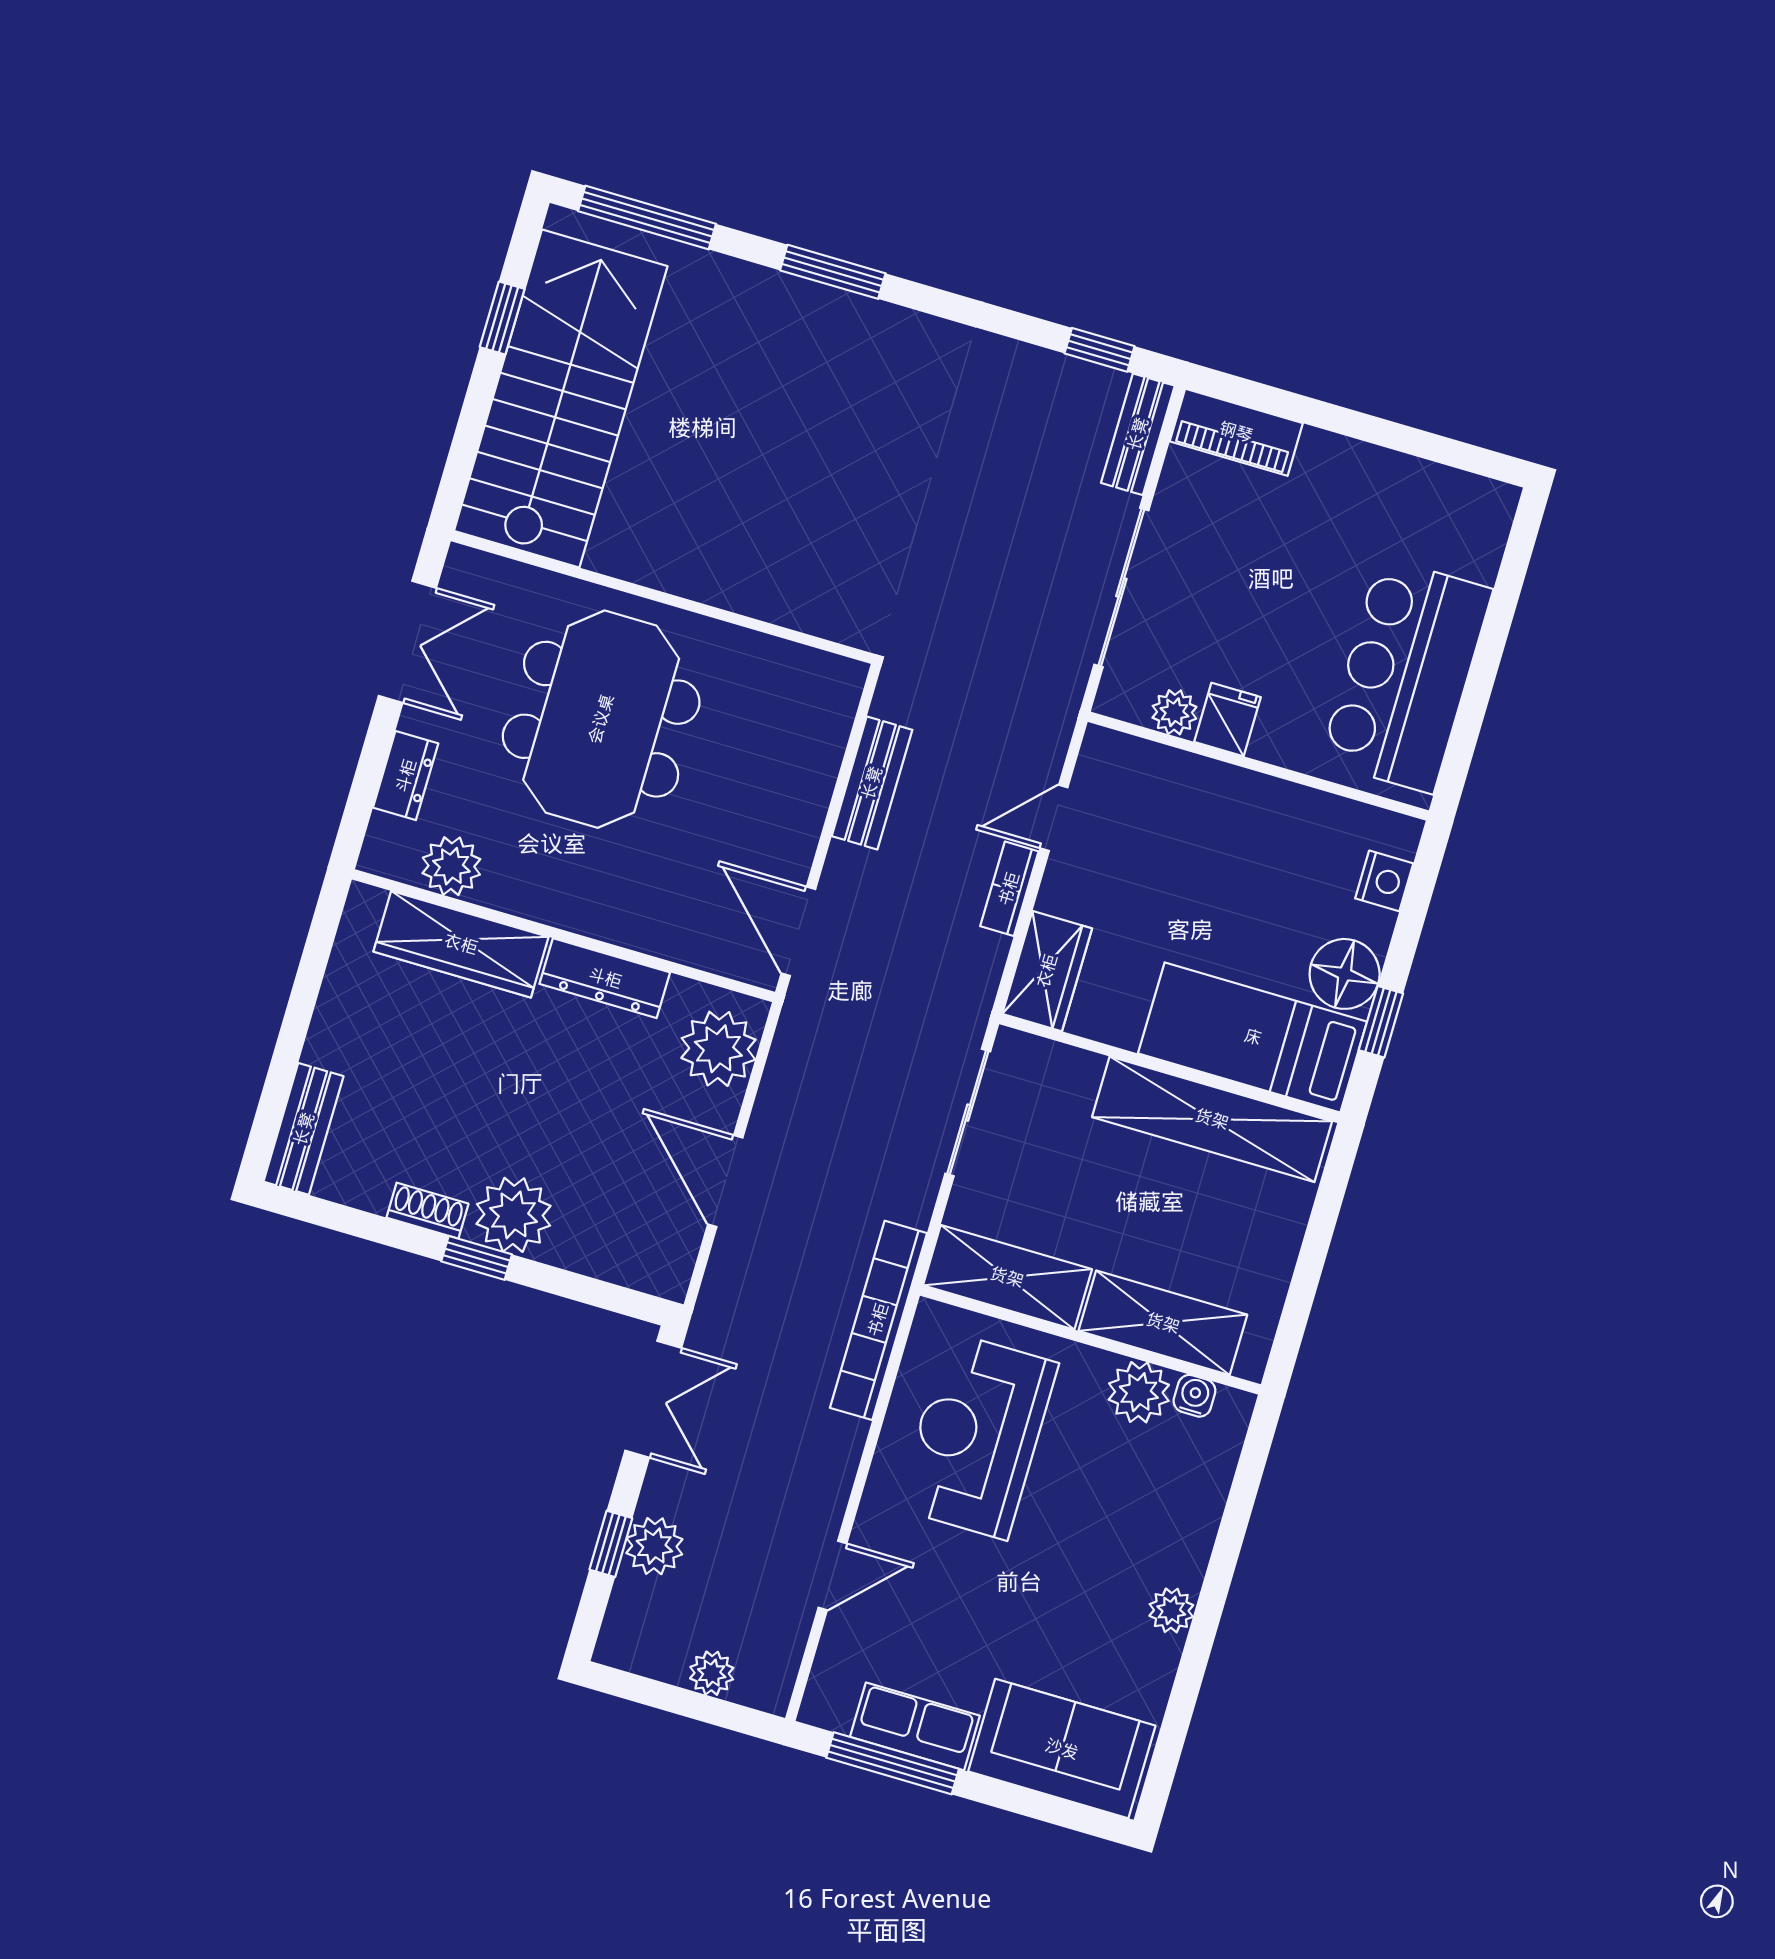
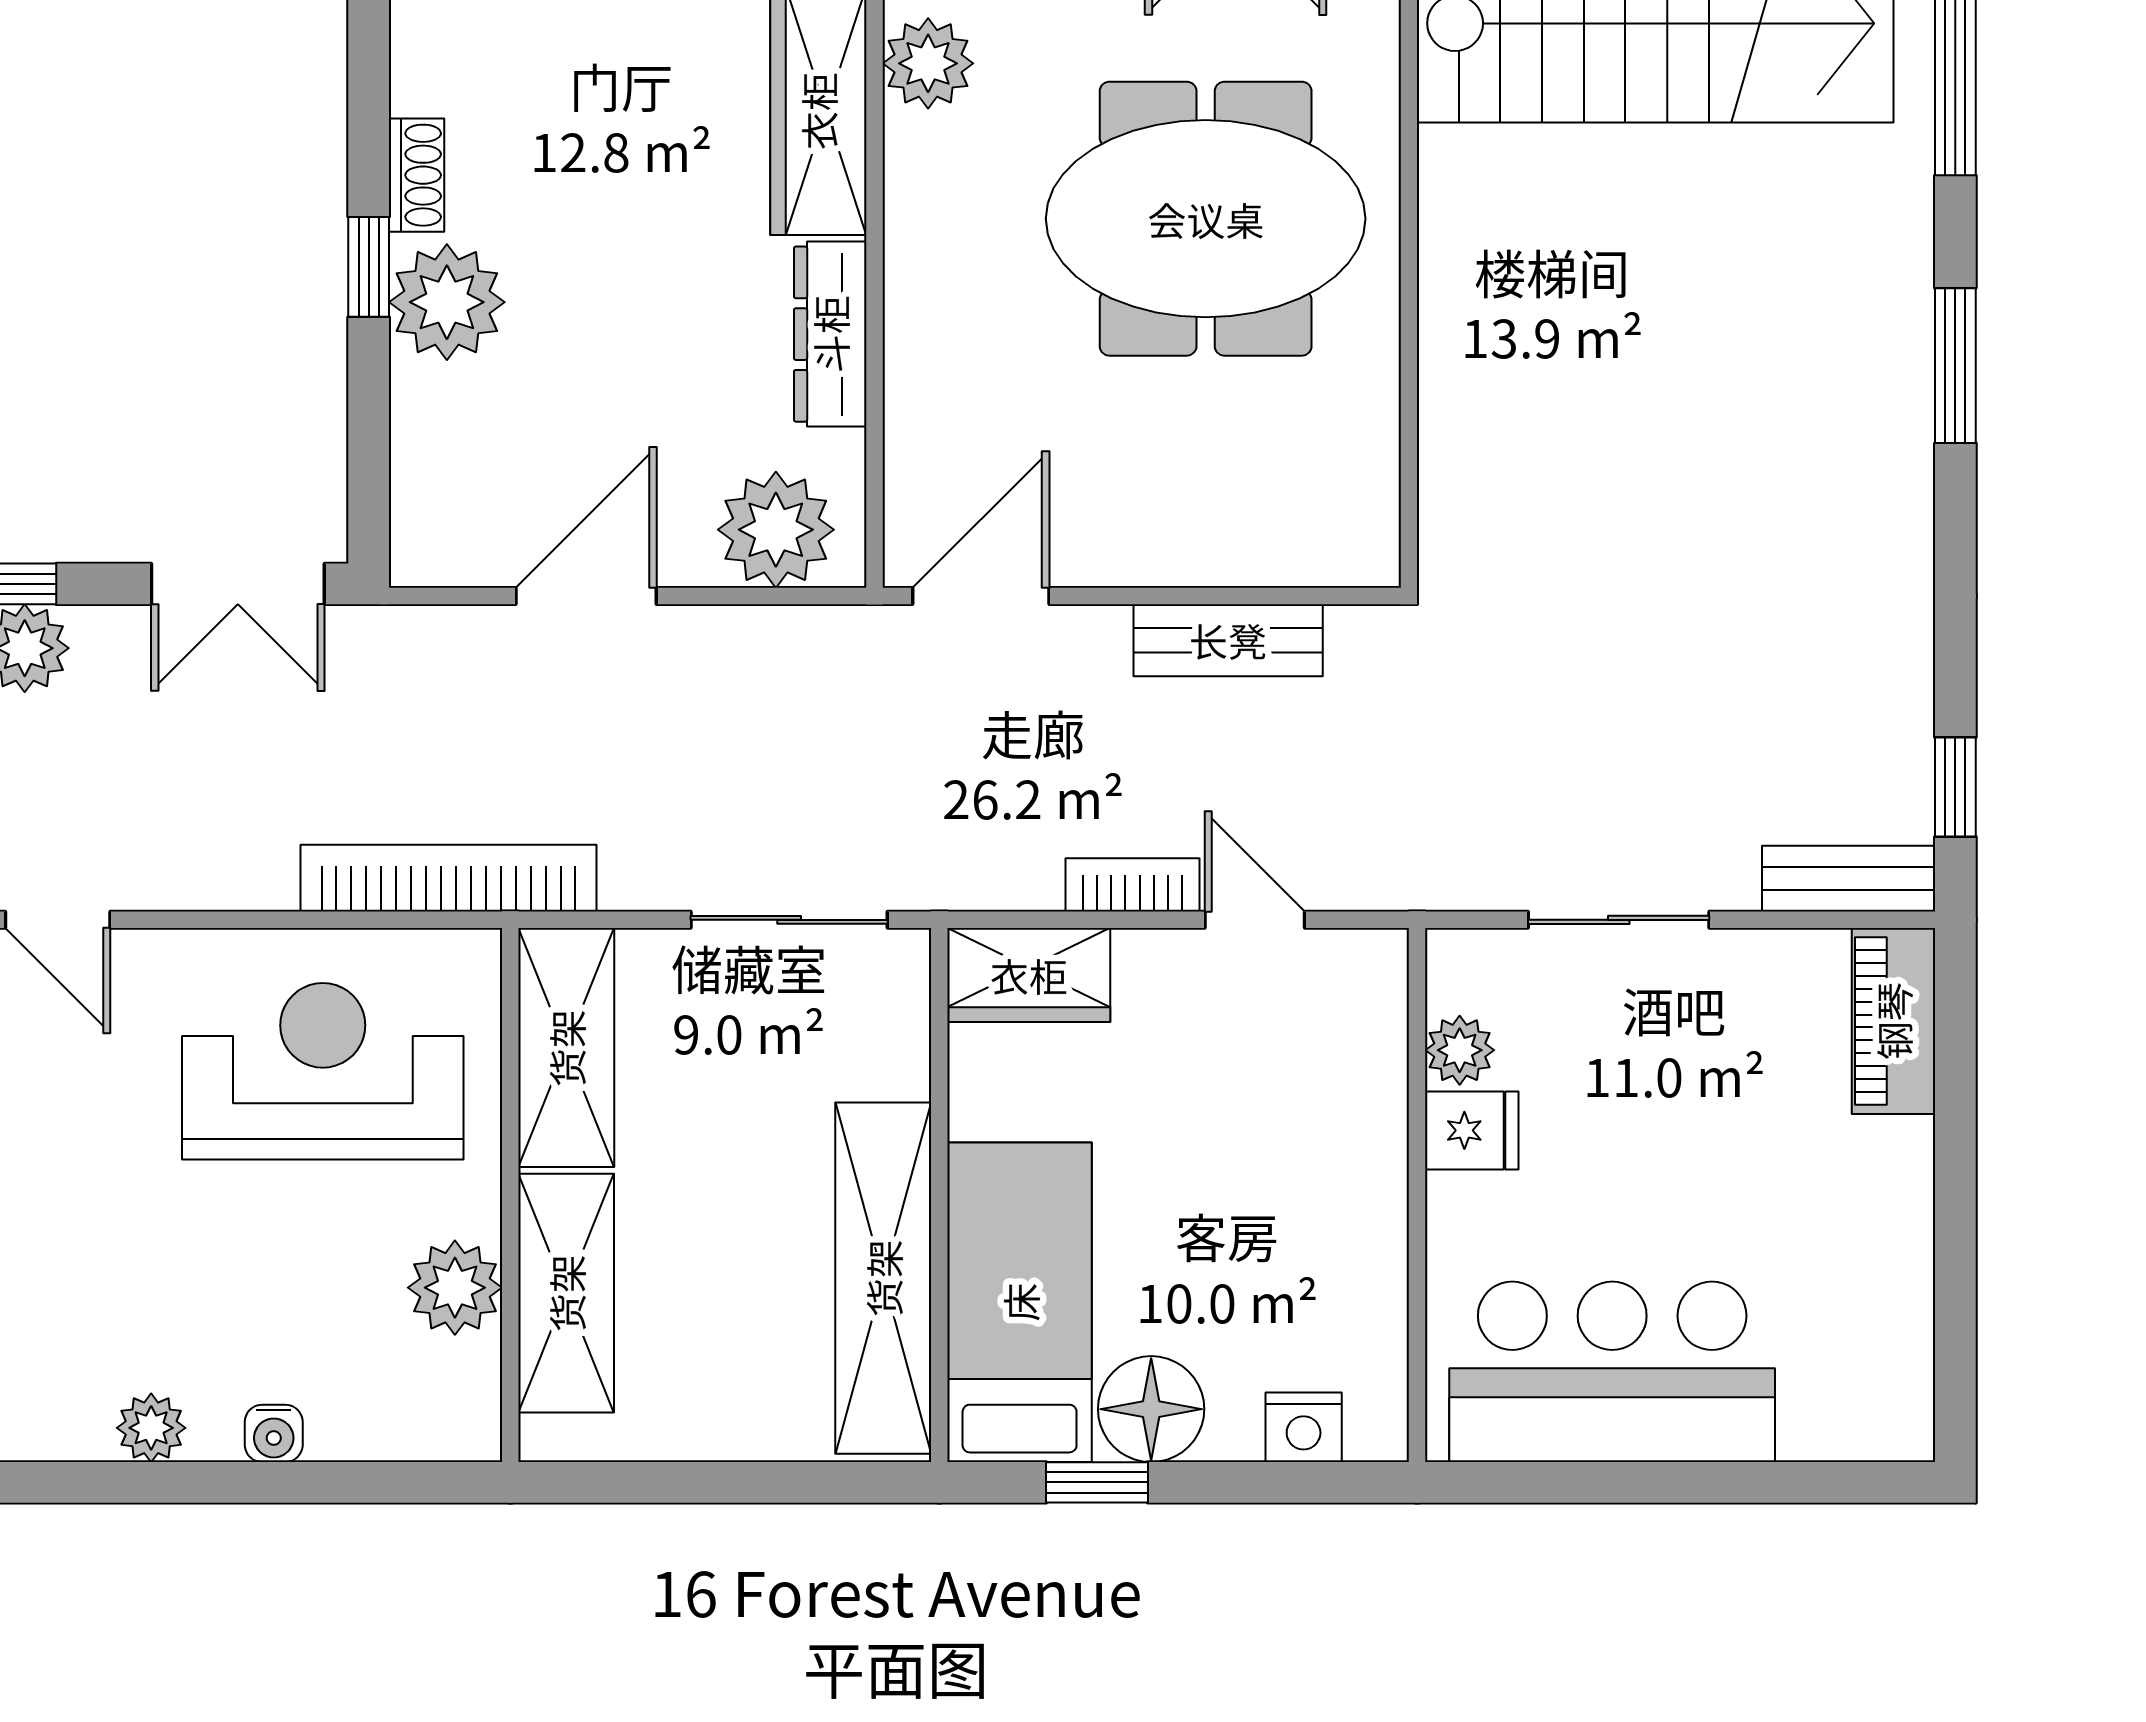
sliding door: (1121, 588) -> (1619, 920), width x0.73
water cooler: (1194, 1396) -> (274, 1433), moved, turned 90

